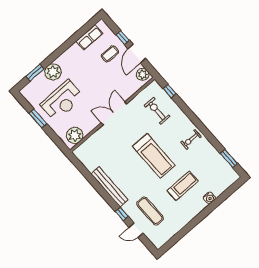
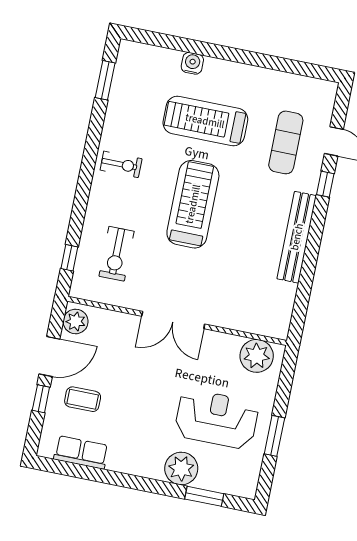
treadmill: (183, 186) -> (205, 121), width x1.37, depth x1.38

